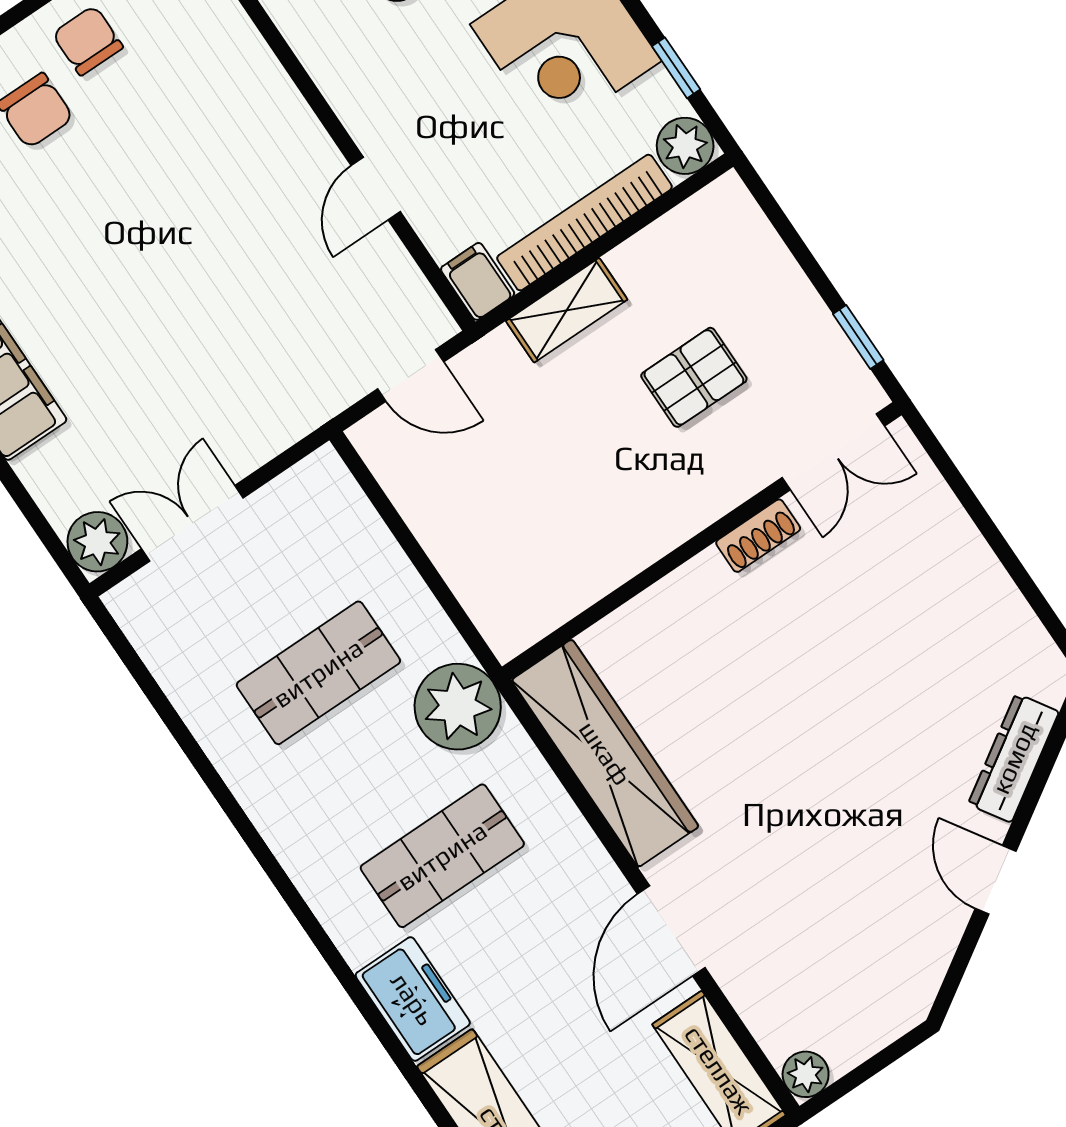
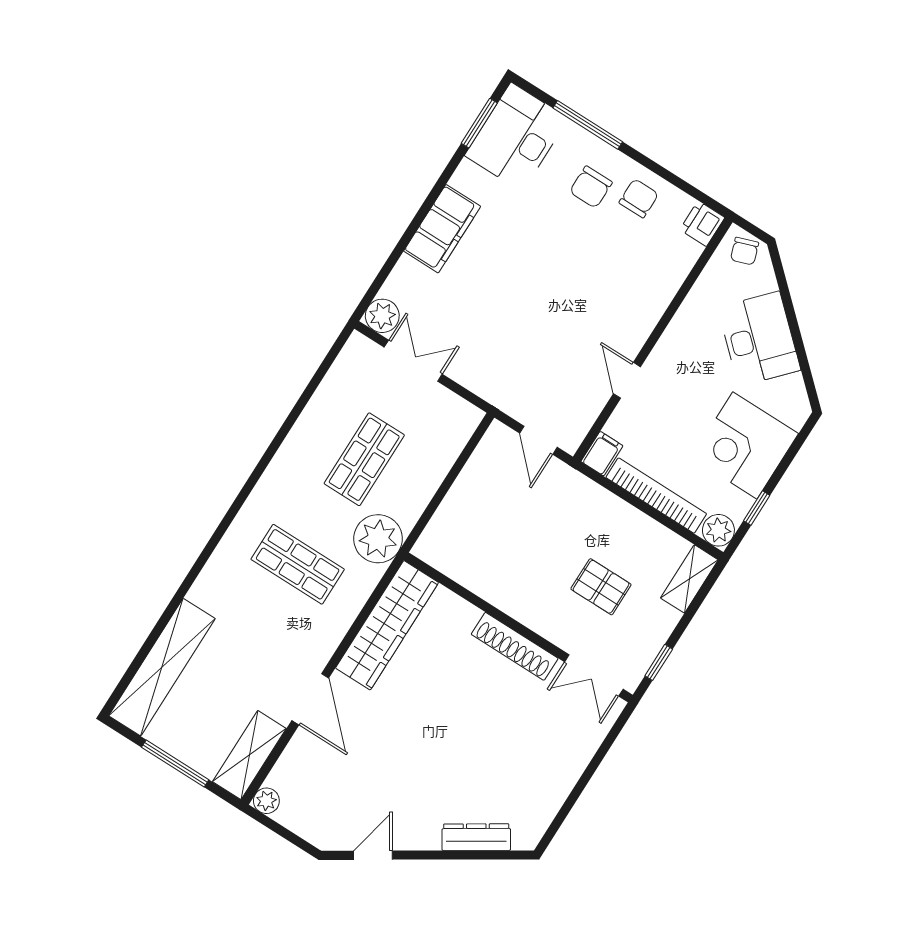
door: (376, 189) -> (627, 380), hinge flipped
shelving: (567, 310) -> (689, 579), moved, turned 90
shoe rack: (758, 536) -> (515, 646), width x1.94, depth x1.24
shop shelf: (318, 673) -> (364, 459), turned 90
door: (996, 880) -> (373, 855), moved
door: (671, 931) -> (310, 699), swing flipped
freezer: (413, 999) -> (217, 581), removed

